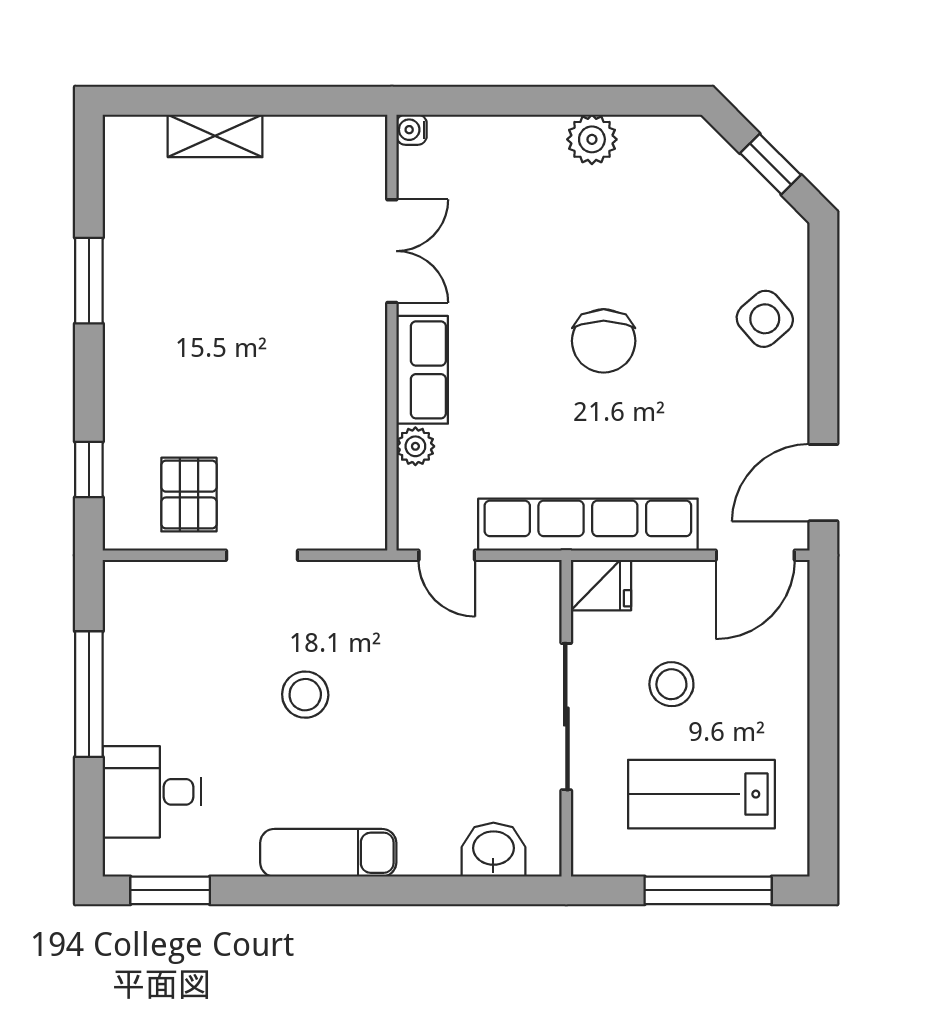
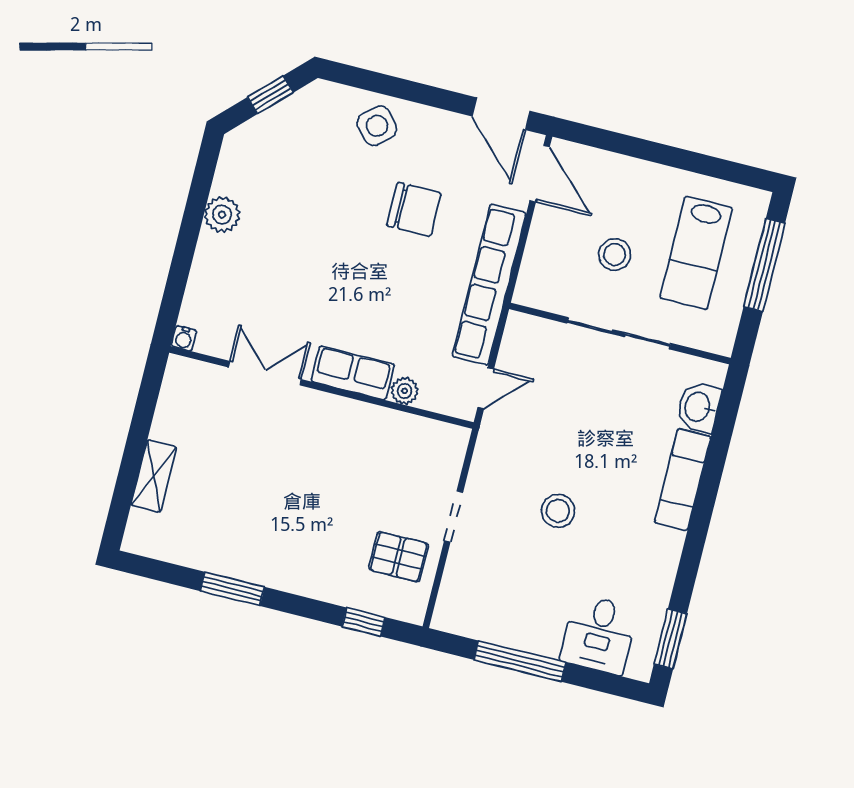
chair: (604, 341) -> (414, 209), moved
fridge: (601, 585) -> (533, 286), removed
exam couch: (328, 853) -> (683, 480), moved

